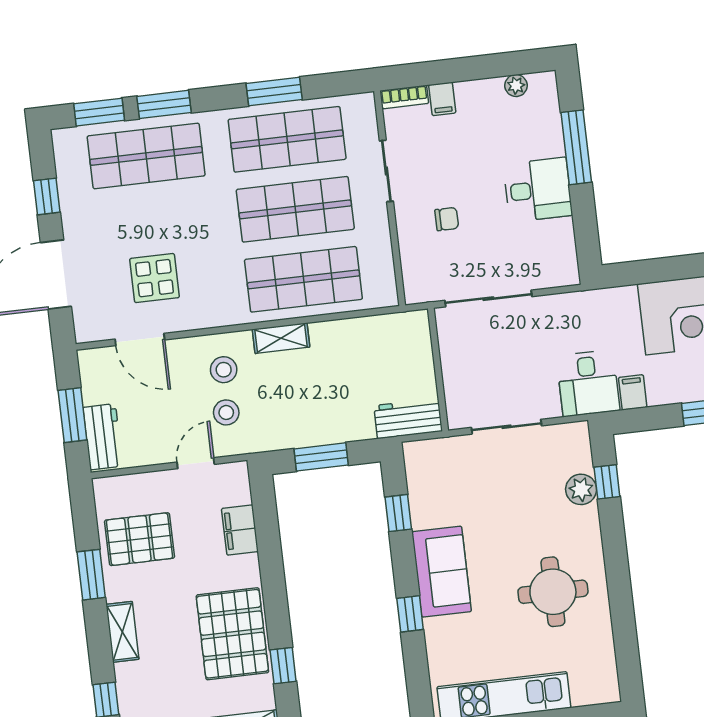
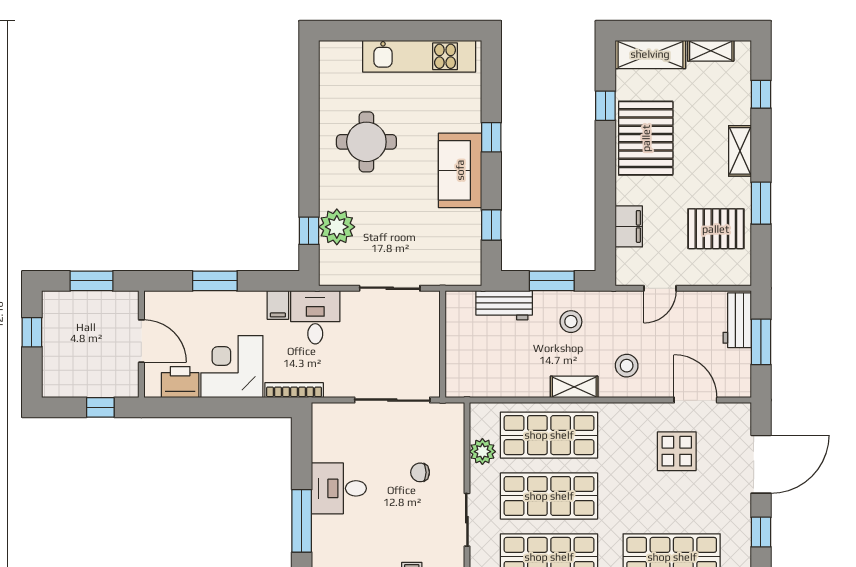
plant: (378, 251) -> (482, 452), added
bookcase: (603, 297) -> (294, 390), added
stool: (226, 412) -> (571, 322), moved
workbench: (408, 418) -> (504, 305), moved
plant: (581, 489) -> (337, 227), width x1.36, depth x1.36

